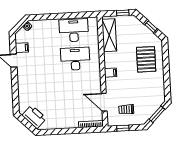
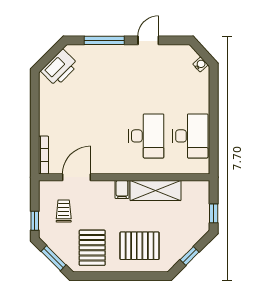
shelving: (109, 35) -> (155, 191), moved
filing cabinet: (22, 48) -> (168, 54), removed
window: (15, 89) -> (104, 40), added
pallet: (149, 90) -> (92, 248), added
window: (123, 128) -> (35, 221), moved

